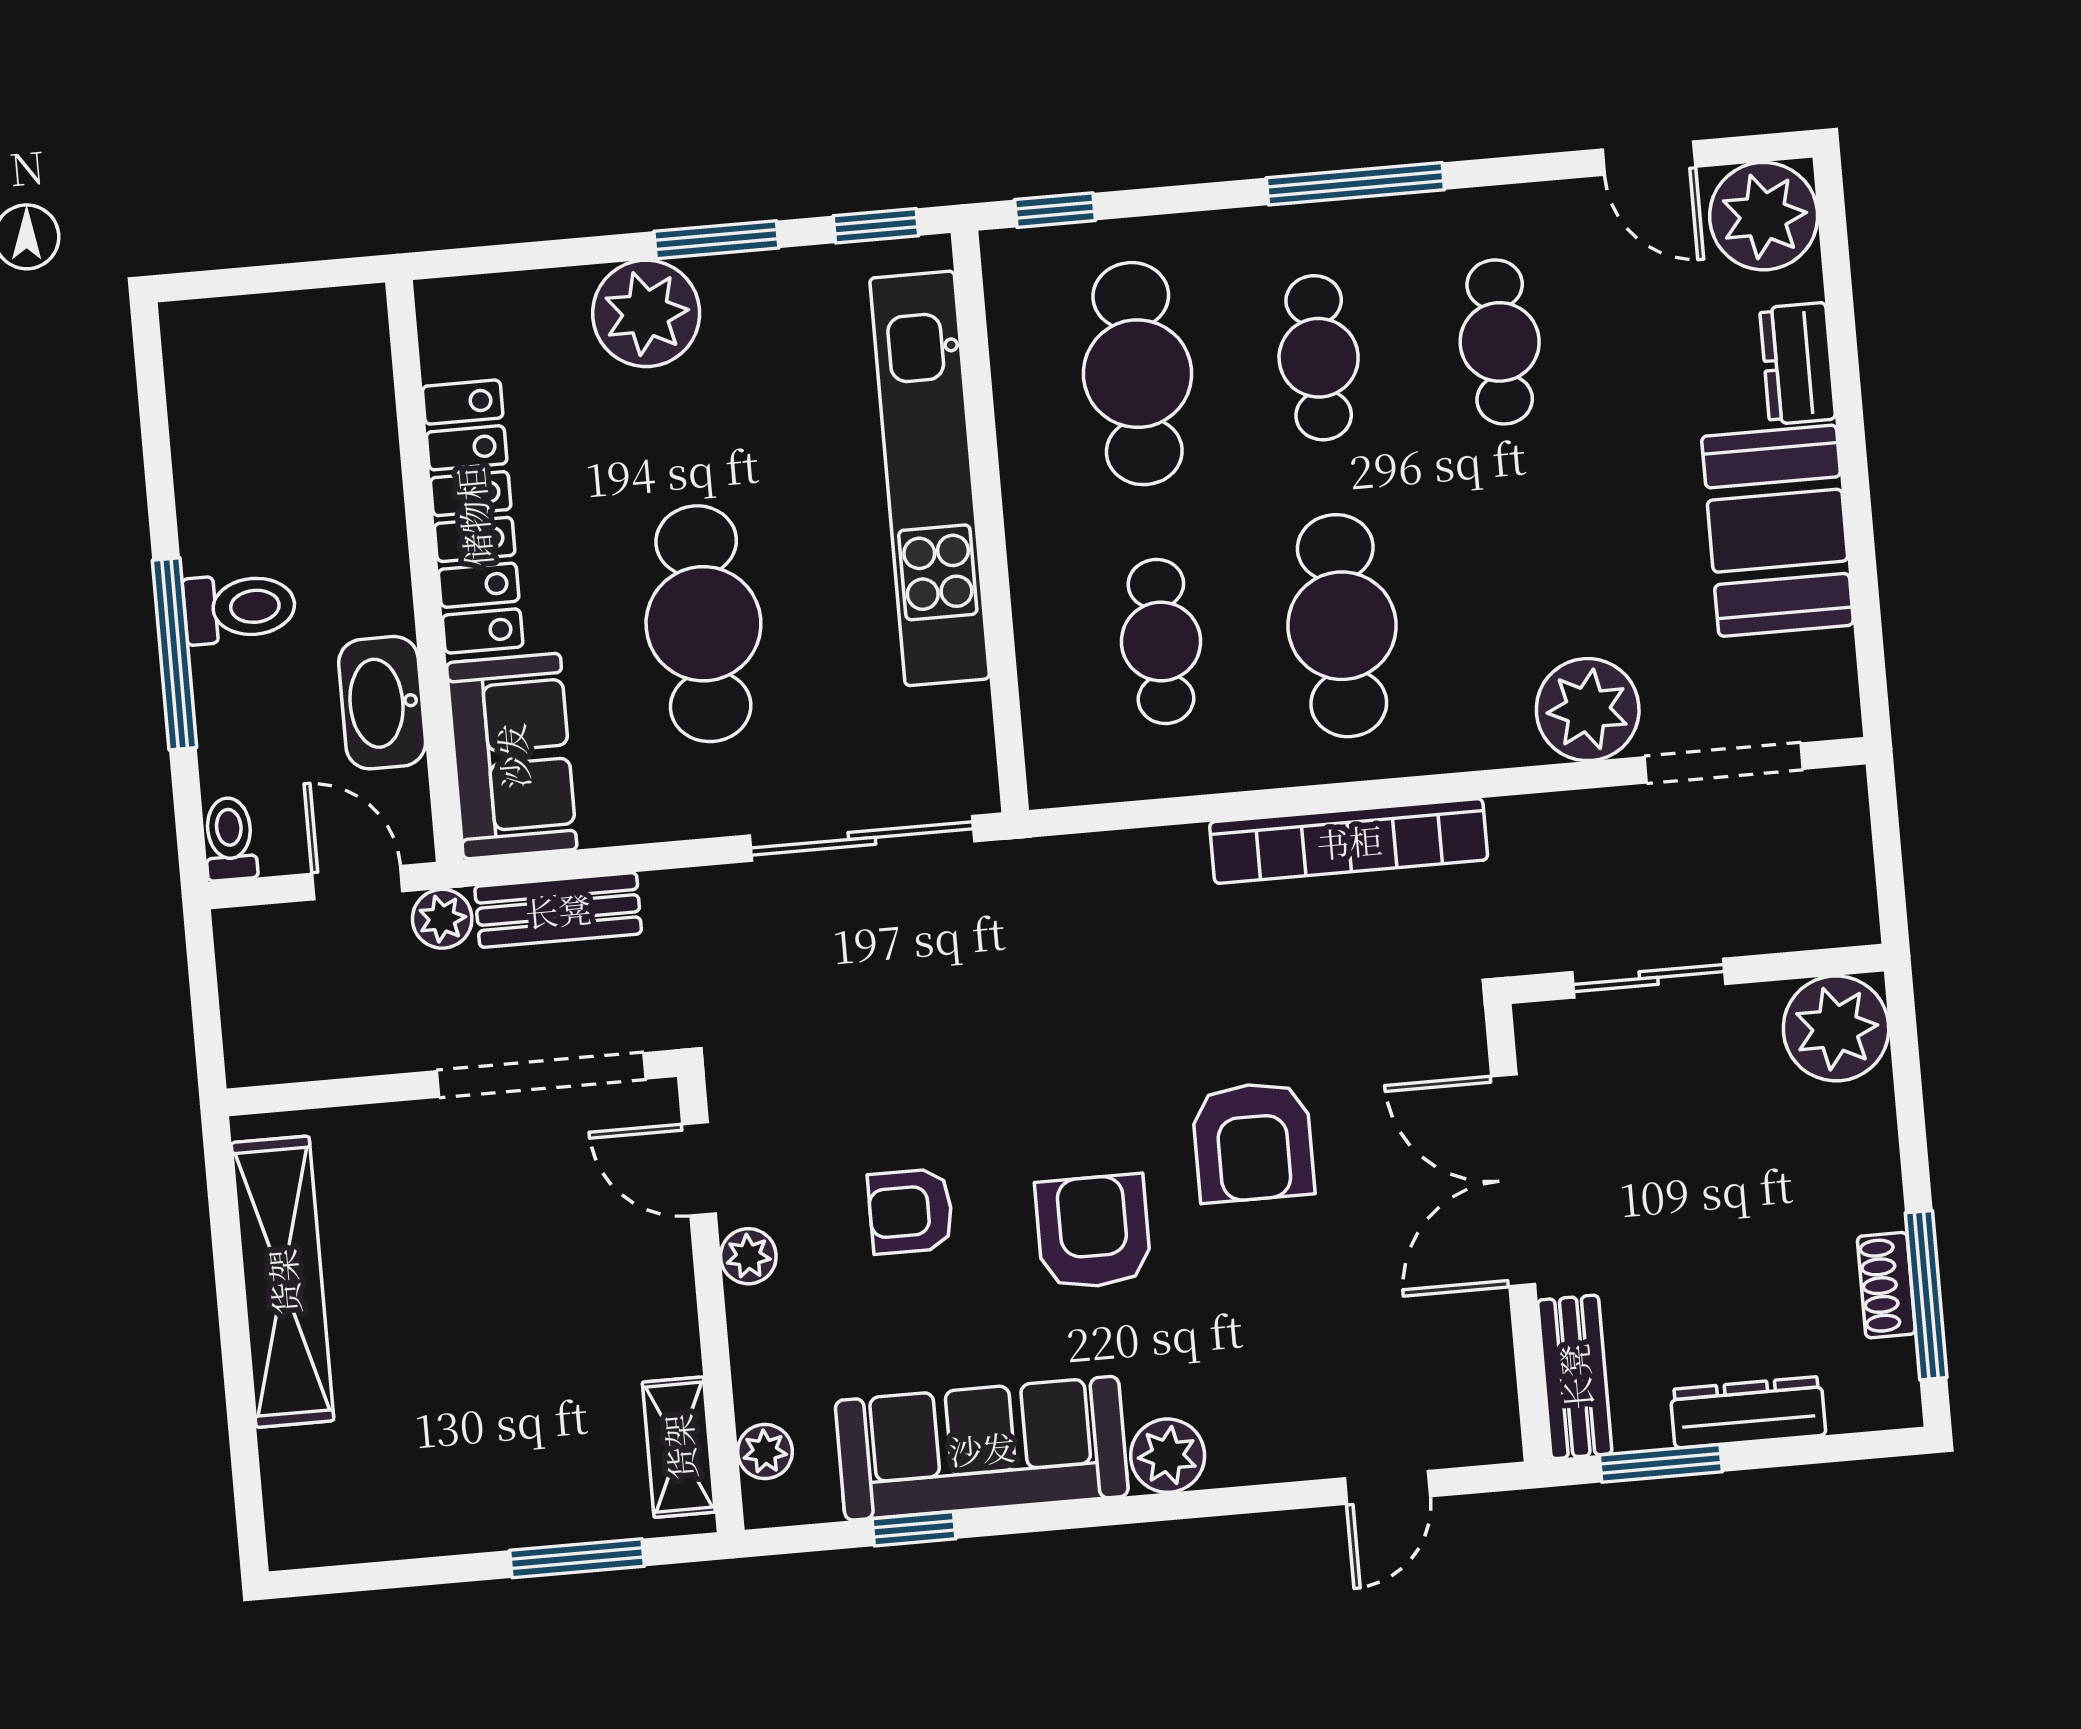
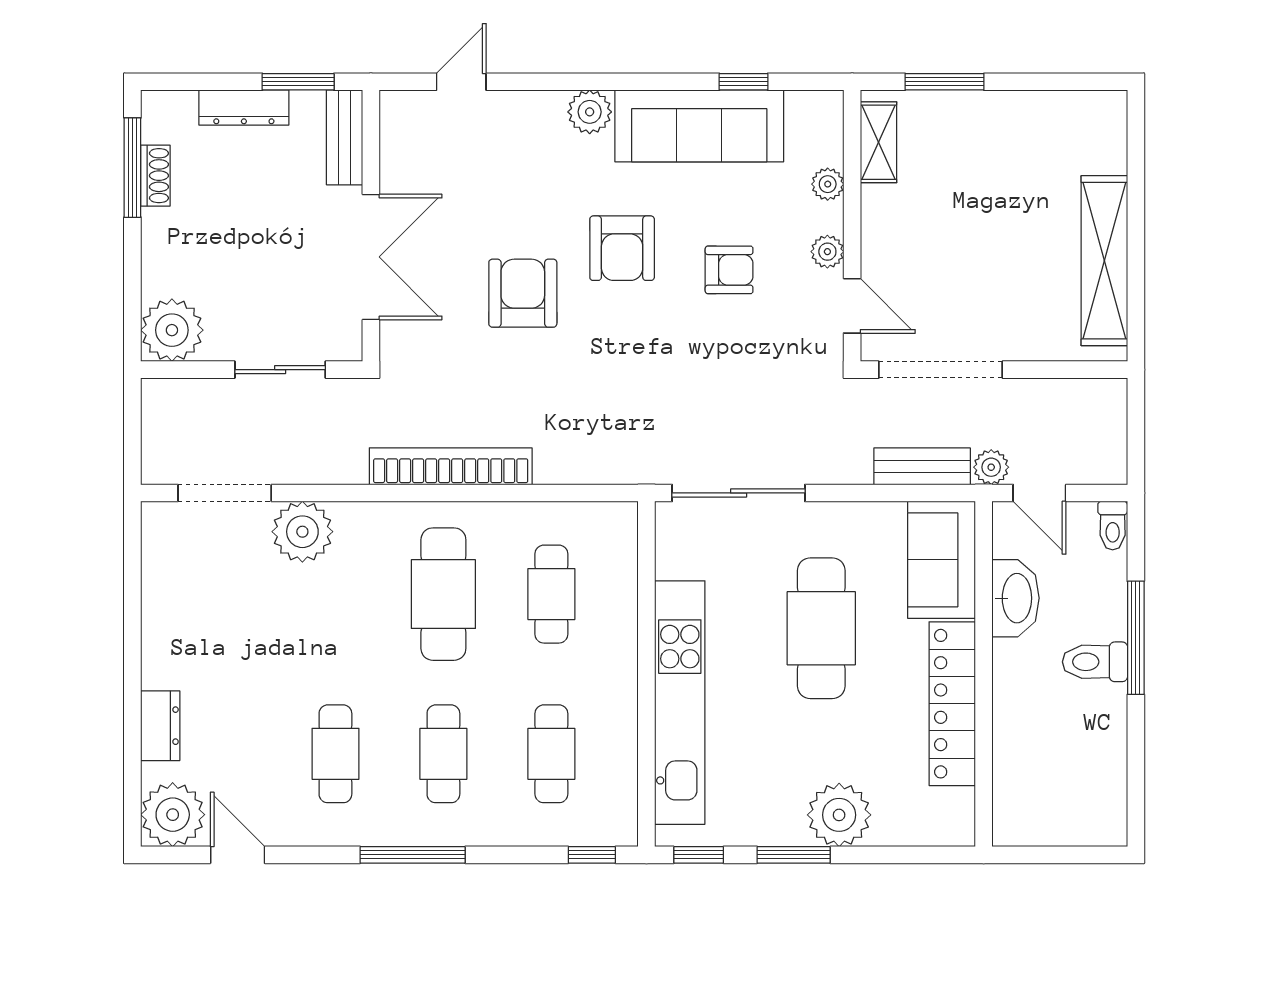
cafe table: (1138, 374) -> (551, 754), width x0.73, depth x0.74
booth: (1778, 531) -> (181, 628), removed
plant: (765, 1452) -> (828, 184), moved

